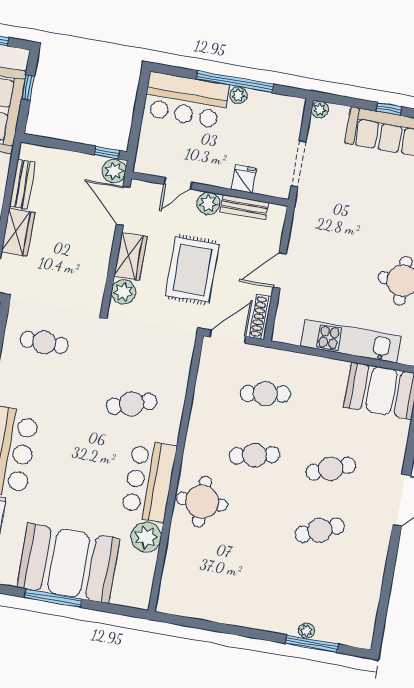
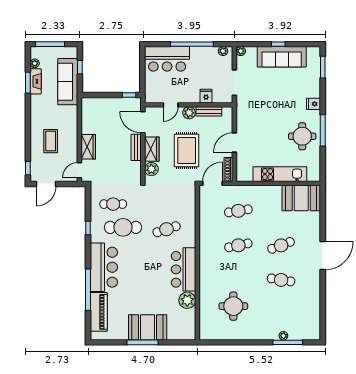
plant: (238, 95) -> (223, 51), moved
plant: (114, 171) -> (135, 104), removed
bench: (22, 184) -> (136, 147), moved
cafe table: (54, 387) -> (123, 227), added
round table: (202, 502) -> (233, 306), moved
cafe table: (320, 530) -> (281, 280), turned 33
booth: (69, 563) -> (148, 327), width x0.73, depth x0.70

